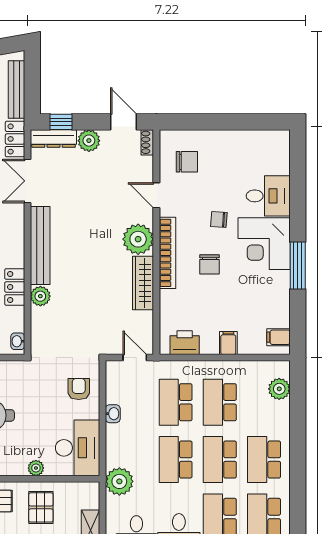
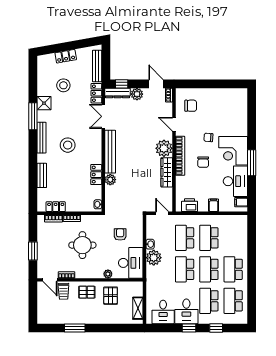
desk: (268, 196) -> (235, 181), moved, width x1.37
armchair: (79, 389) -> (120, 234), moved
plant: (279, 389) -> (242, 230), removed
plant: (119, 481) -> (154, 258), moved

